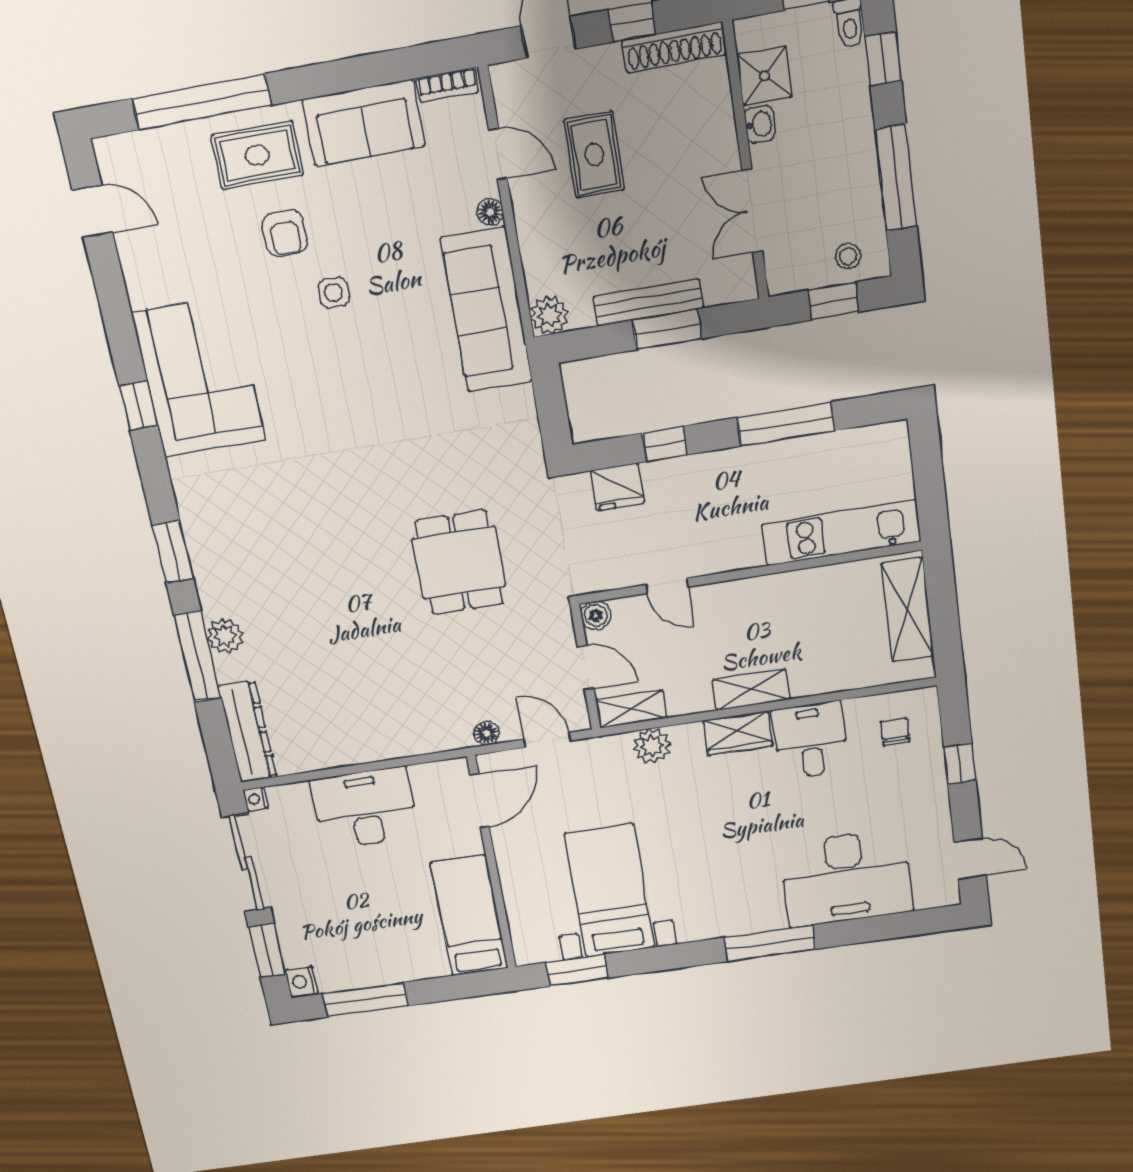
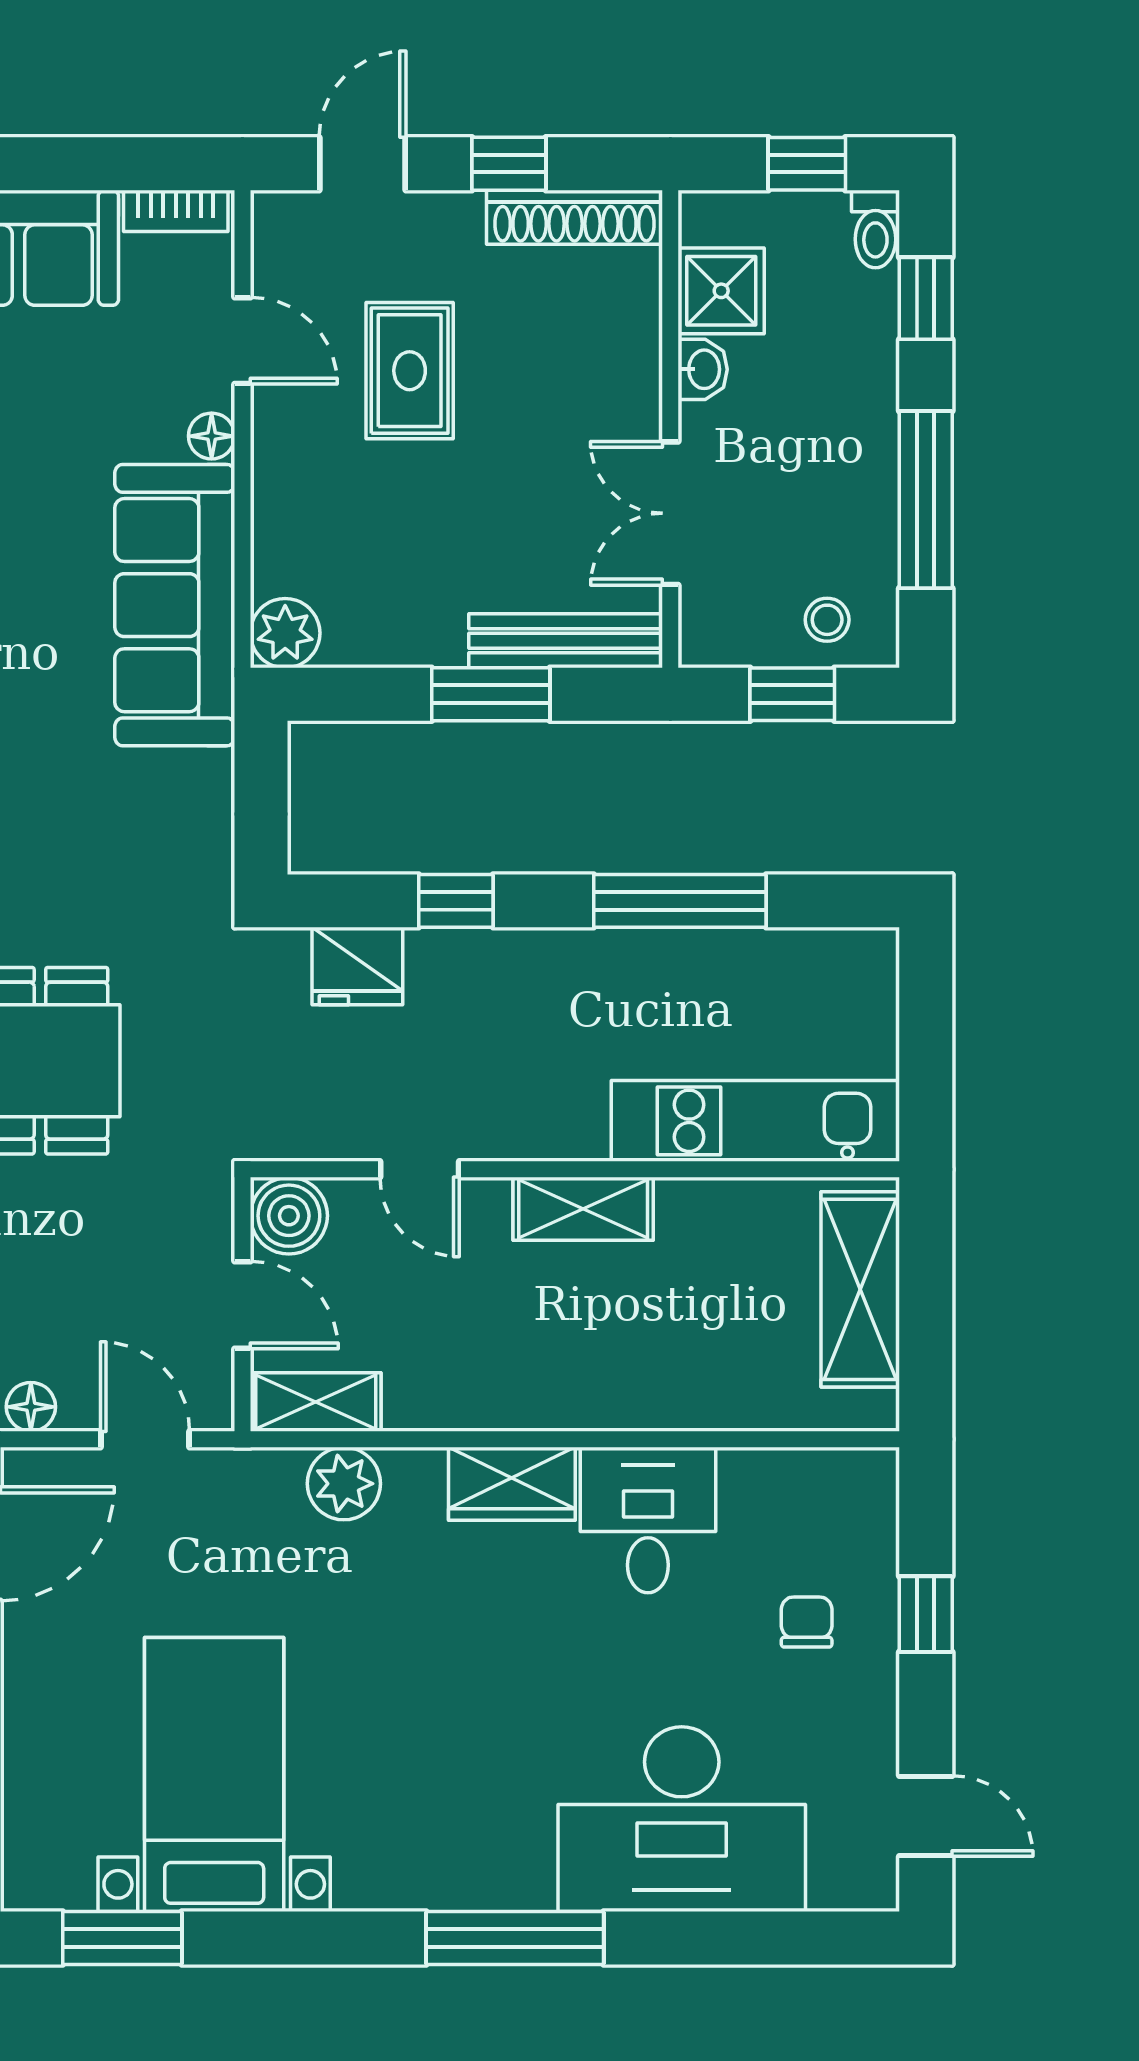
bench: (648, 302) -> (566, 641), moved
boiler: (596, 615) -> (289, 1216), width x1.36, depth x1.36
shelving: (751, 690) -> (583, 1209), moved
chair: (895, 731) -> (807, 1622), moved

